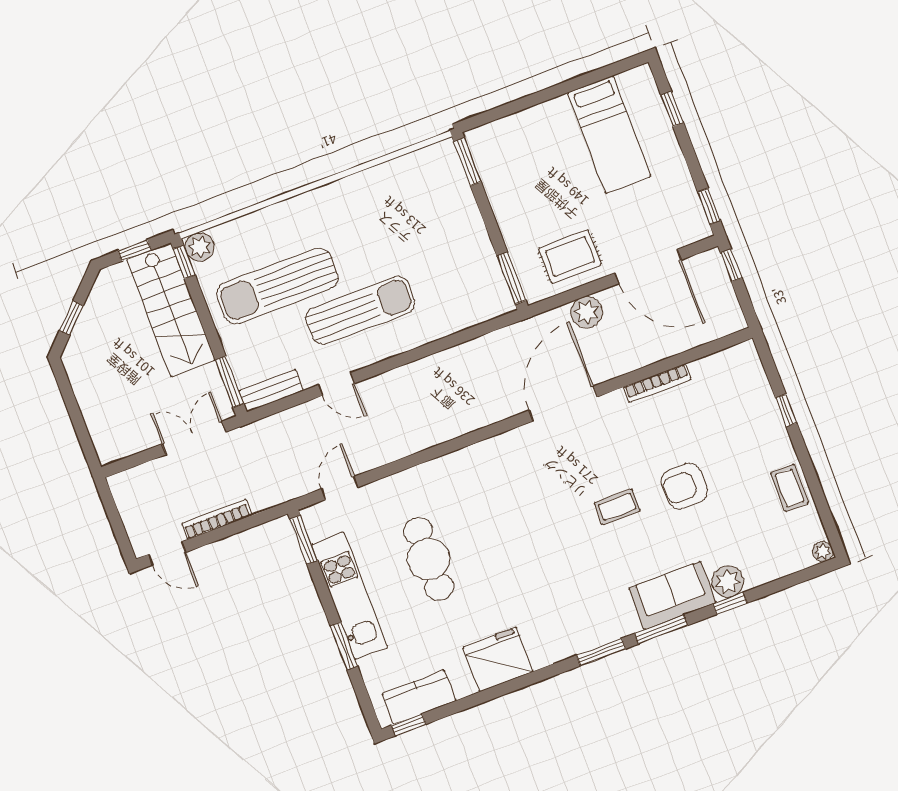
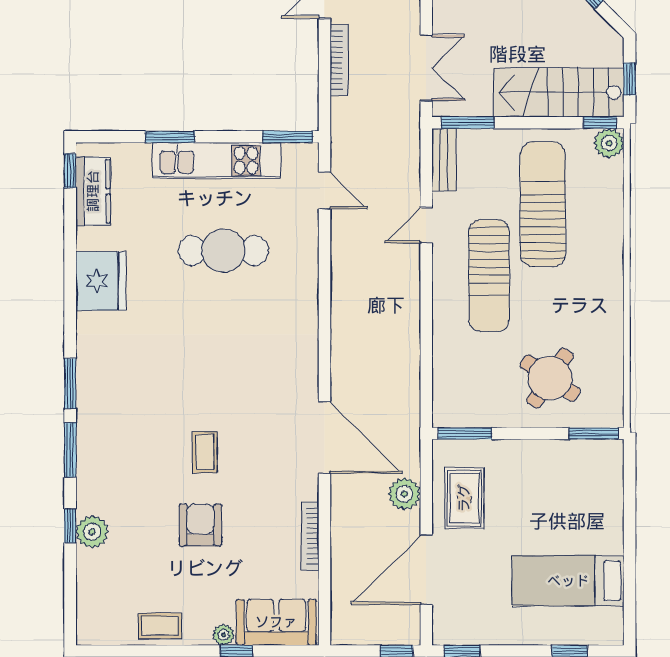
round table: (432, 220) -> (550, 378), added
plant: (823, 552) -> (224, 635), moved
sofa: (672, 595) -> (276, 622), moved, turned -90

